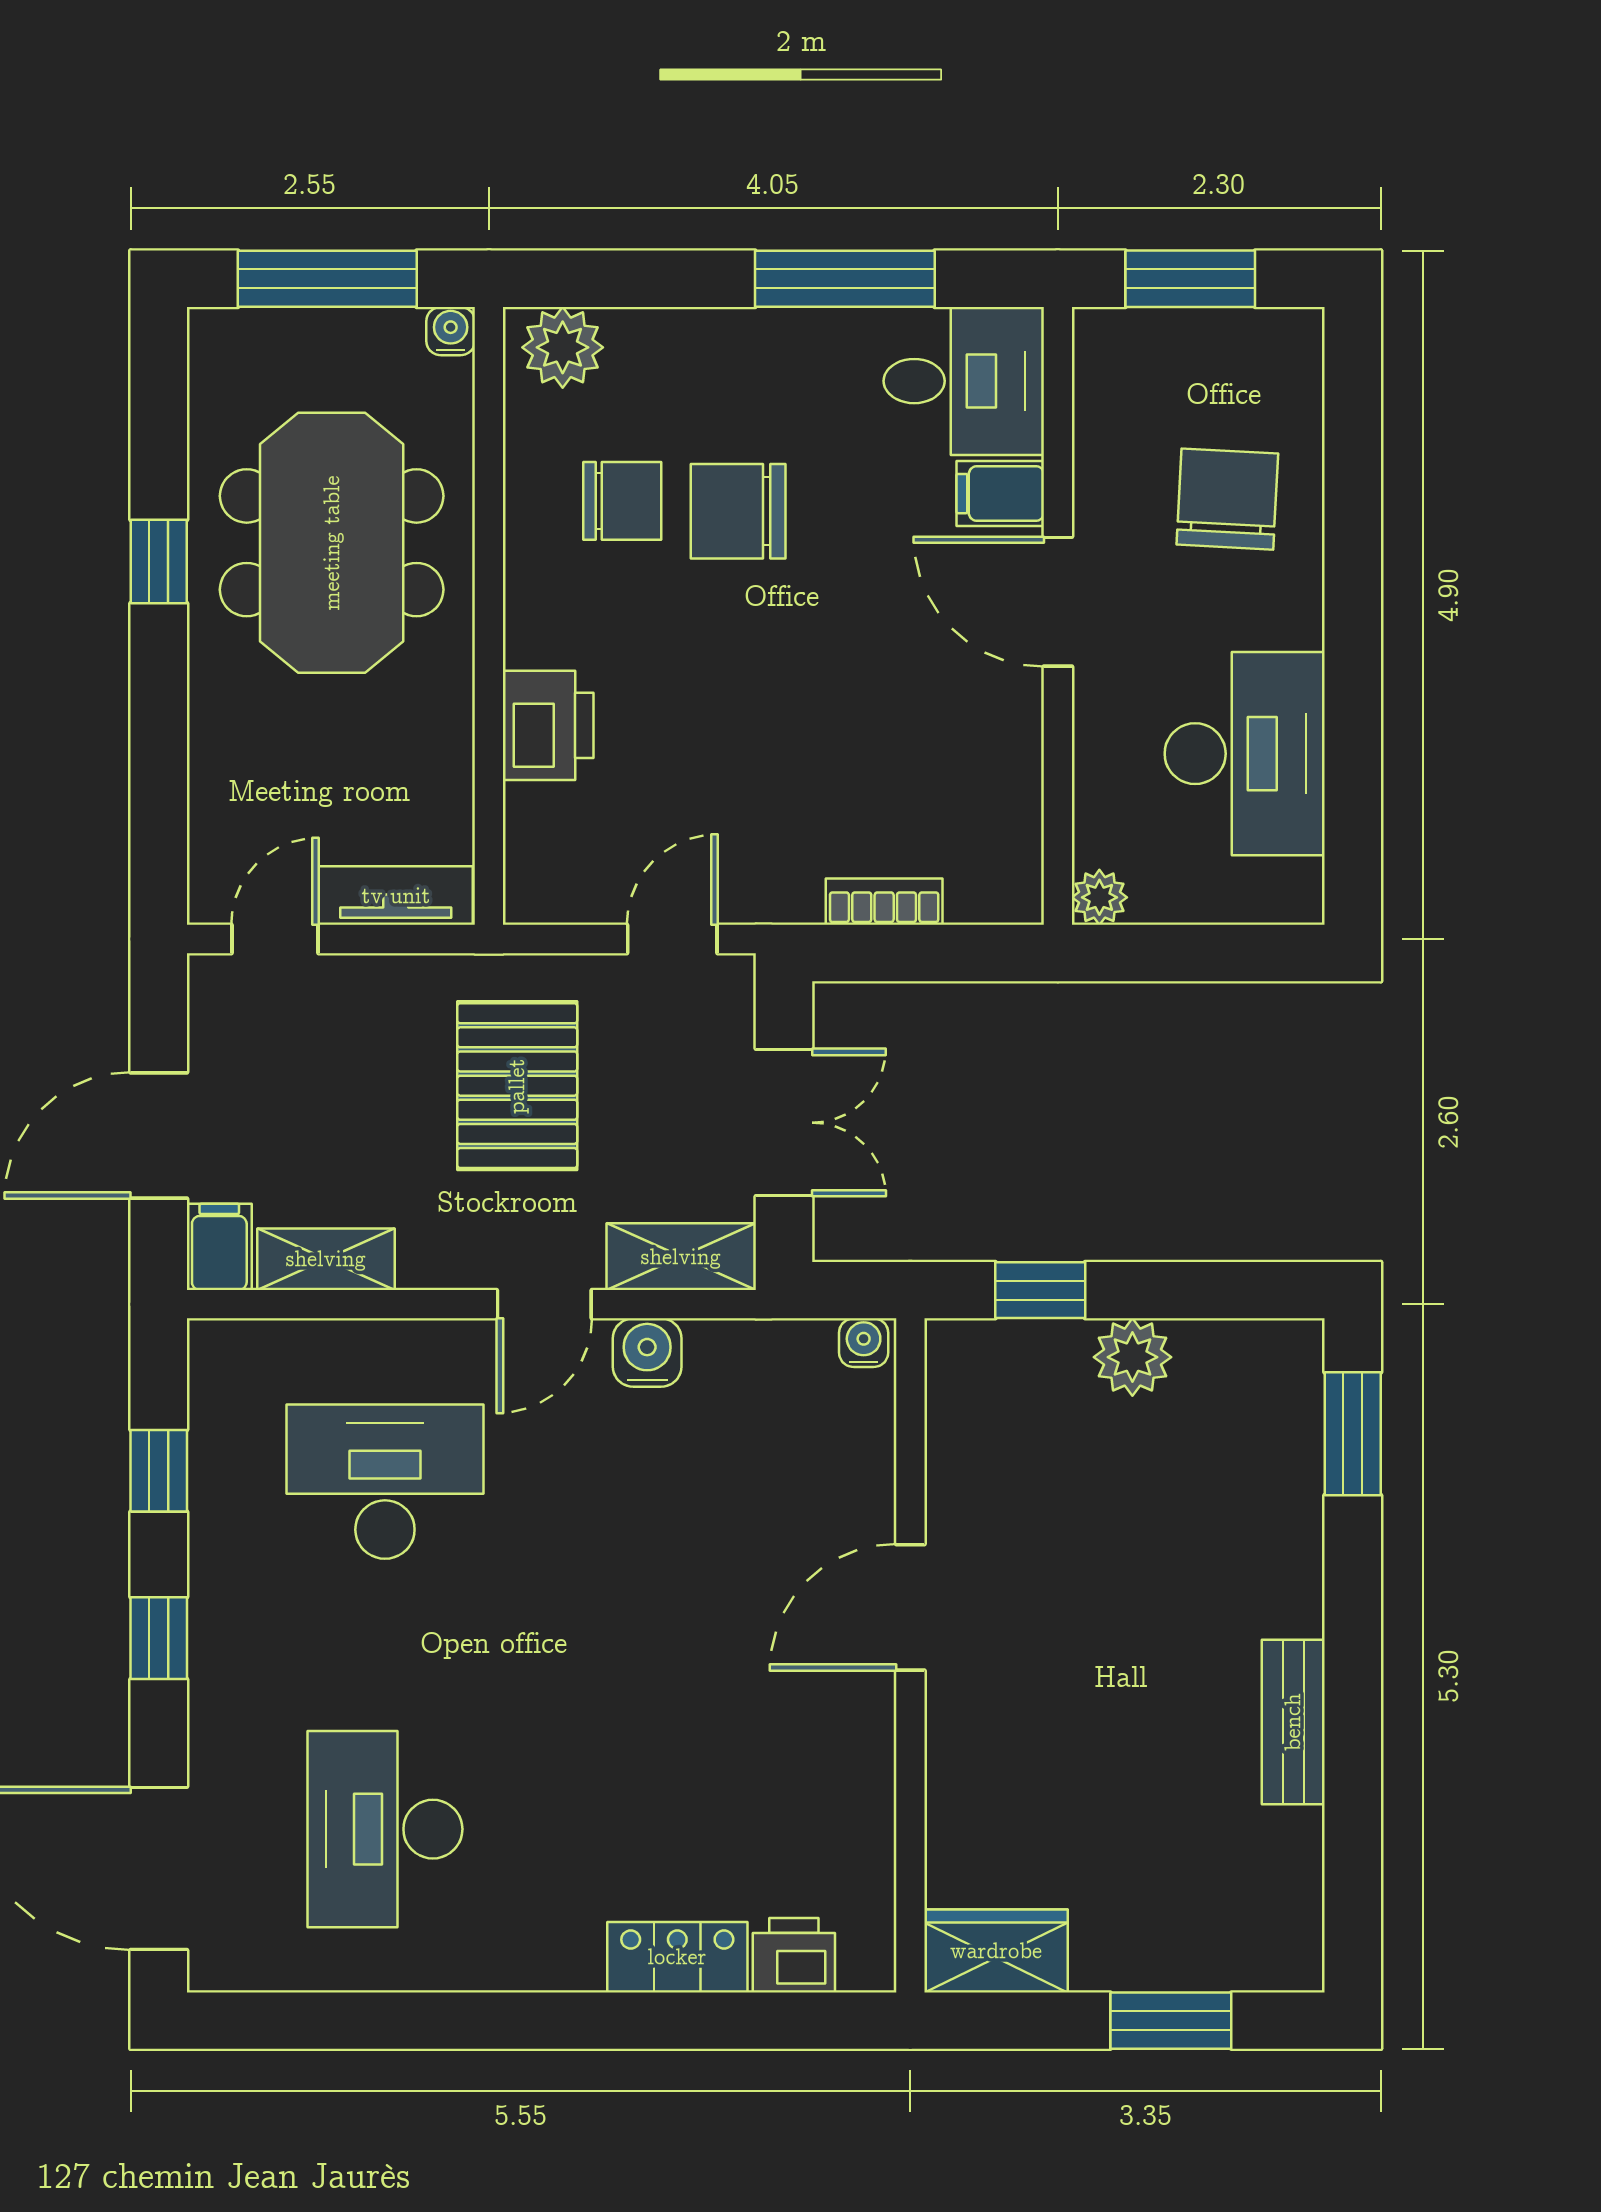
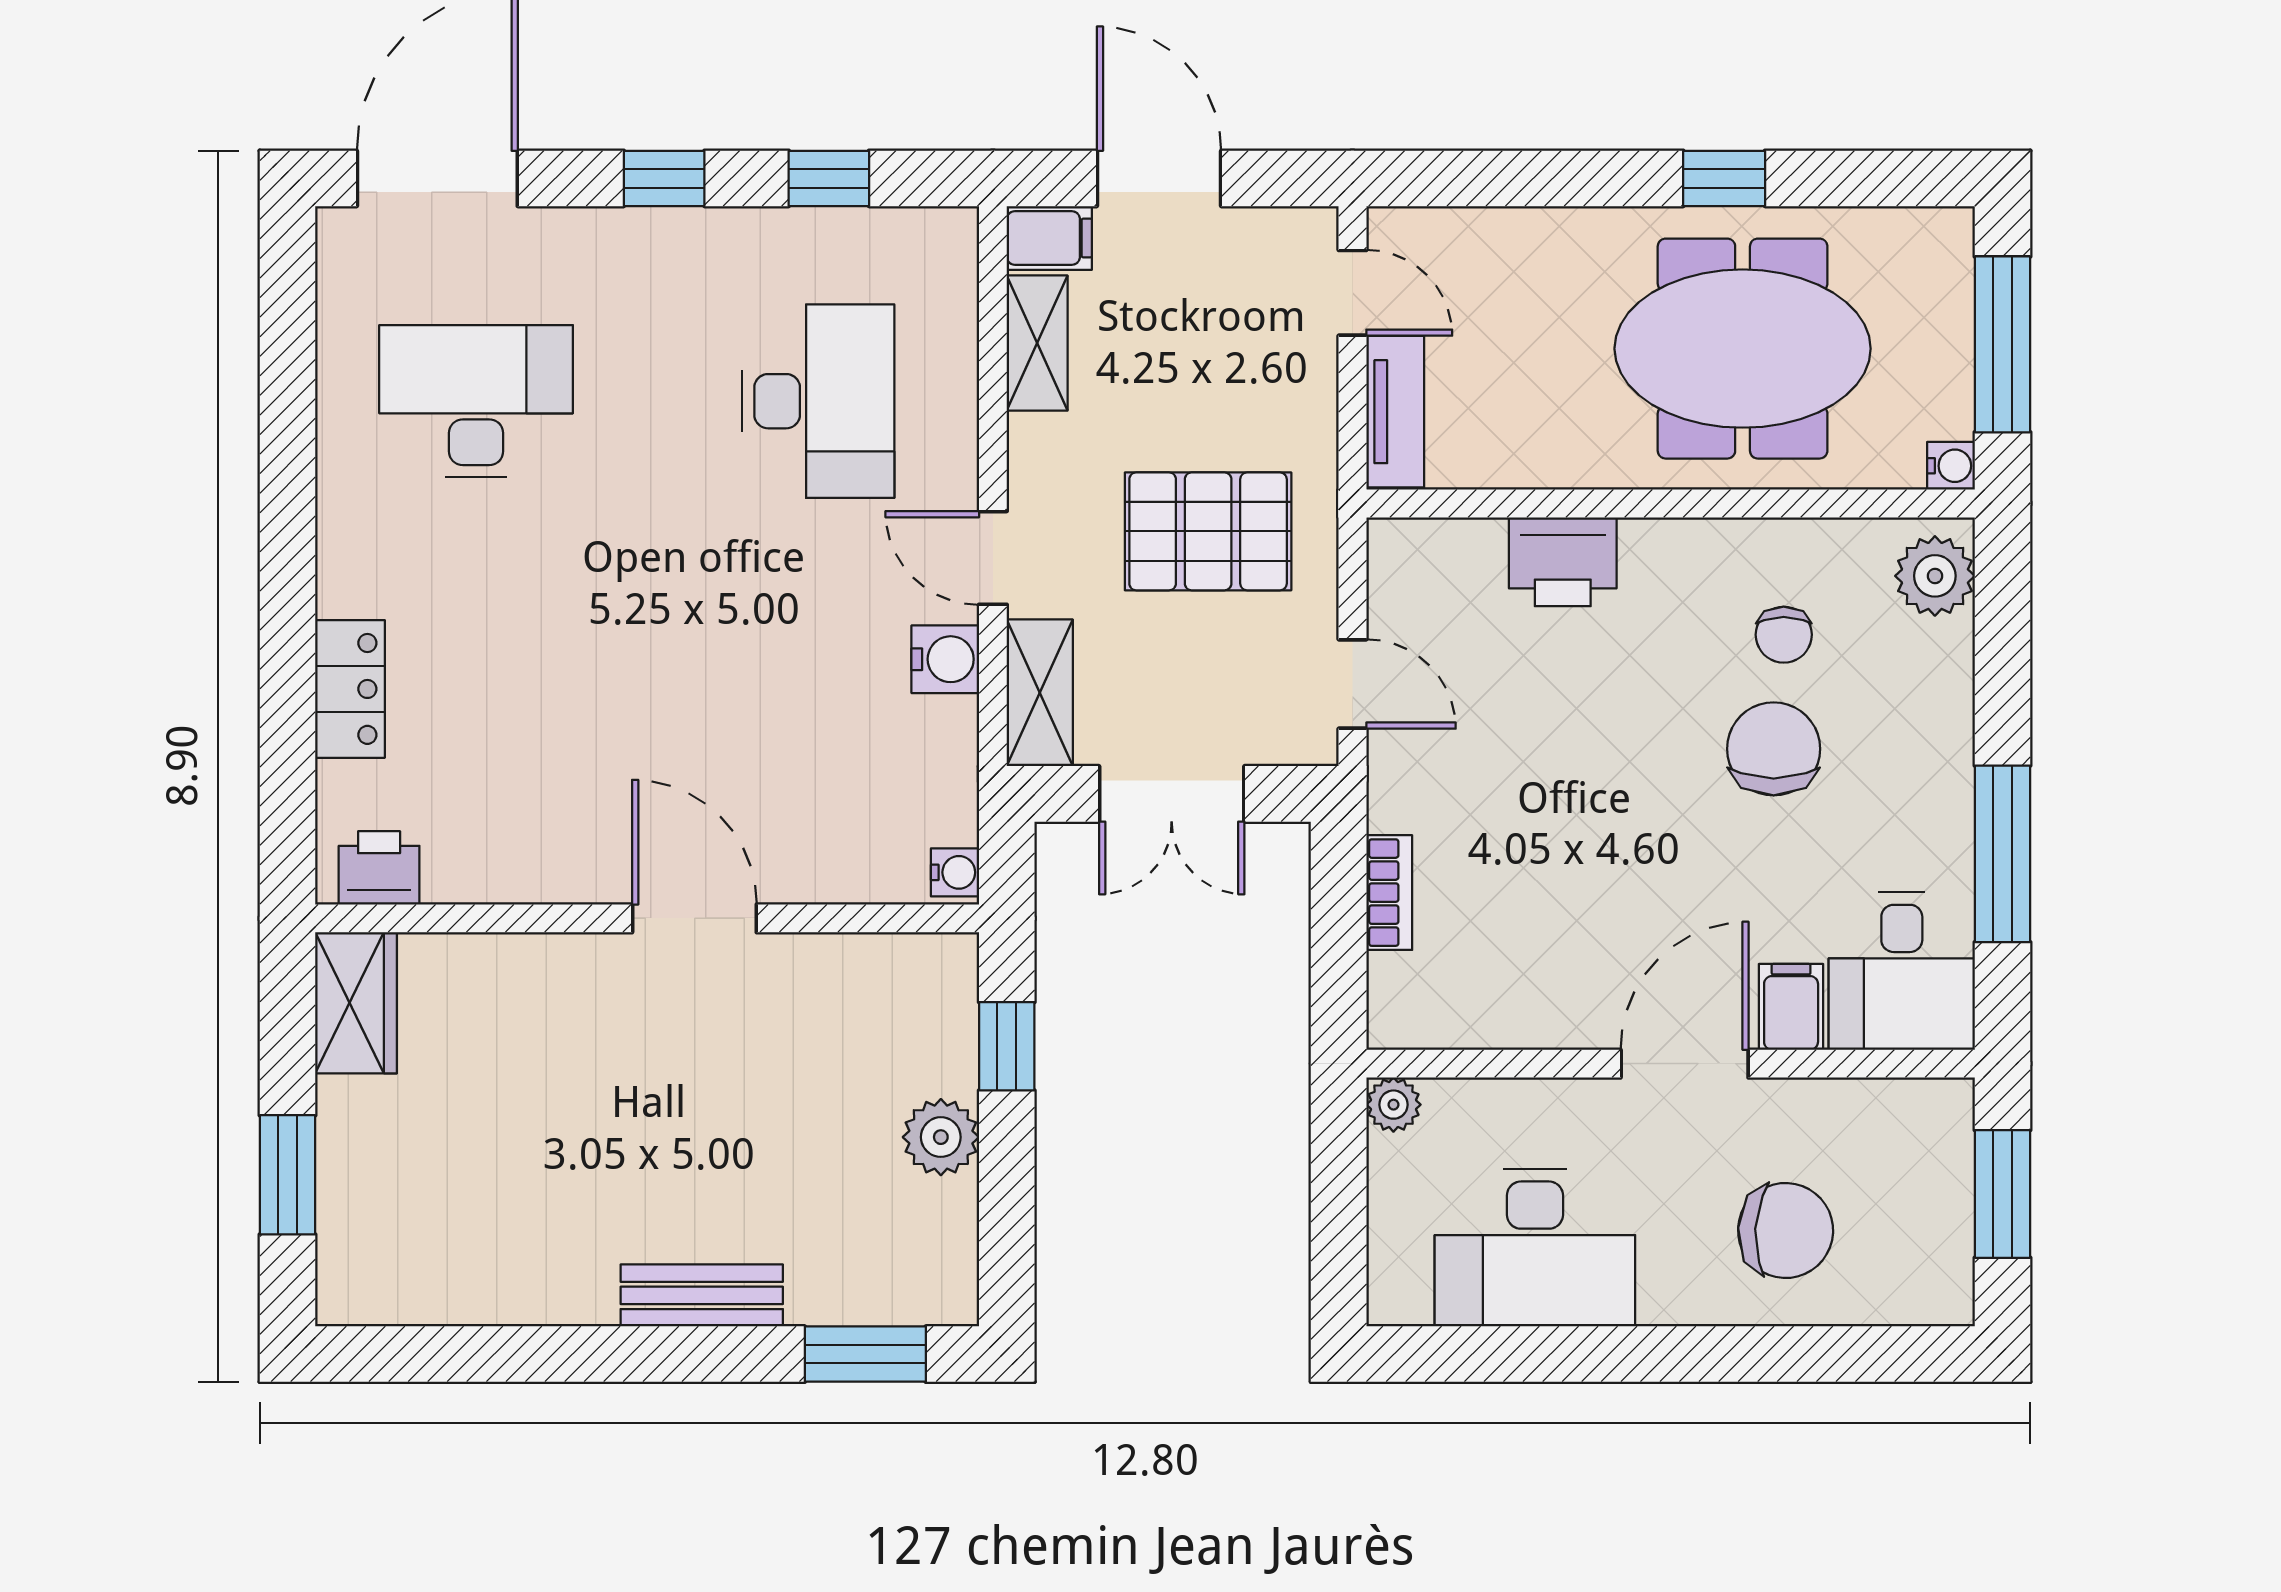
chair: (622, 501) -> (1784, 635), width x0.73, depth x0.73
bench: (1293, 1722) -> (702, 1295), moved
printer: (794, 1955) -> (379, 868), moved, turned -90

